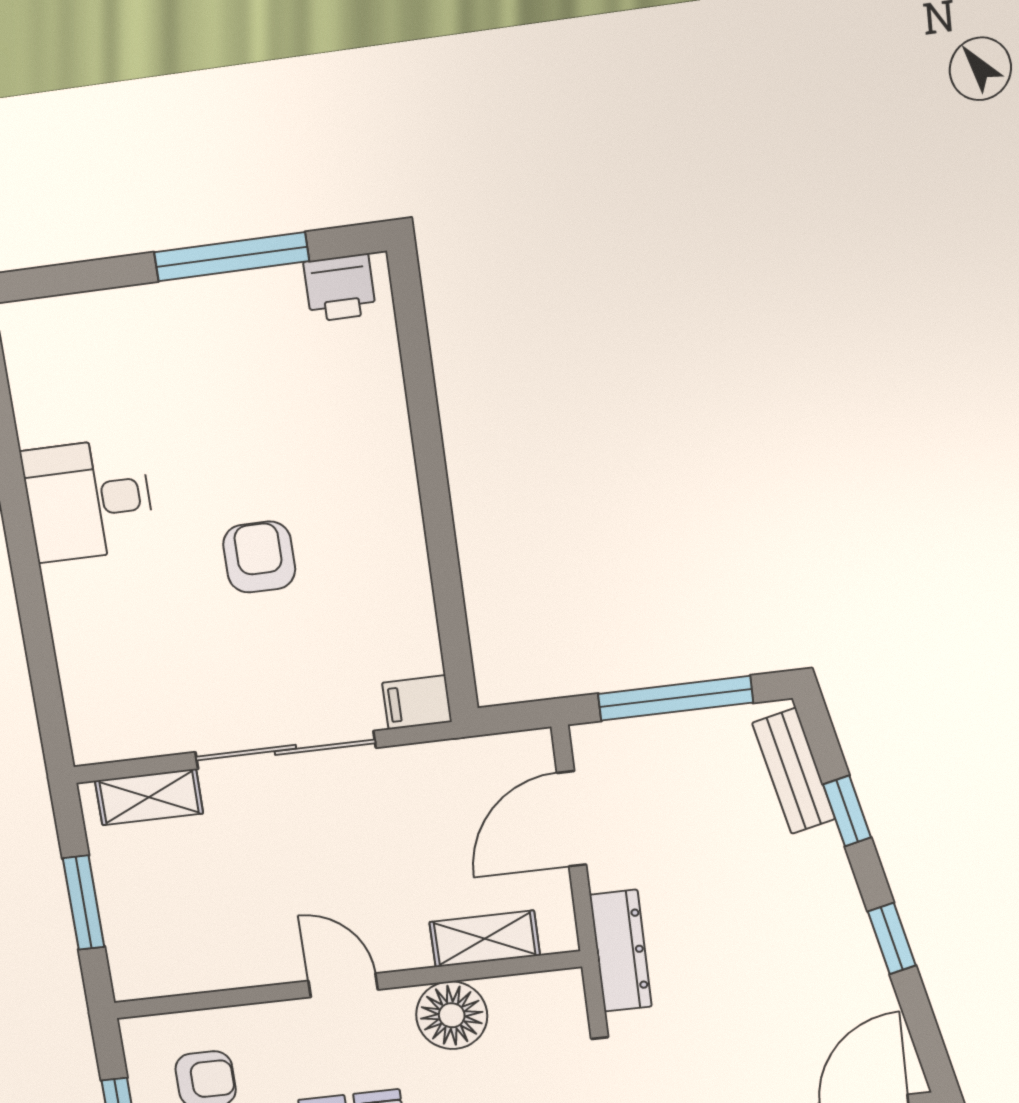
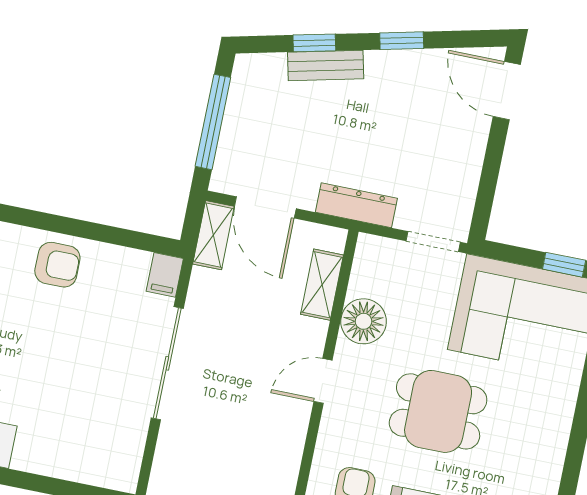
armchair: (259, 557) -> (57, 265), moved, turned 180
bench: (794, 771) -> (326, 65), moved
shelving: (149, 797) -> (213, 235), moved

